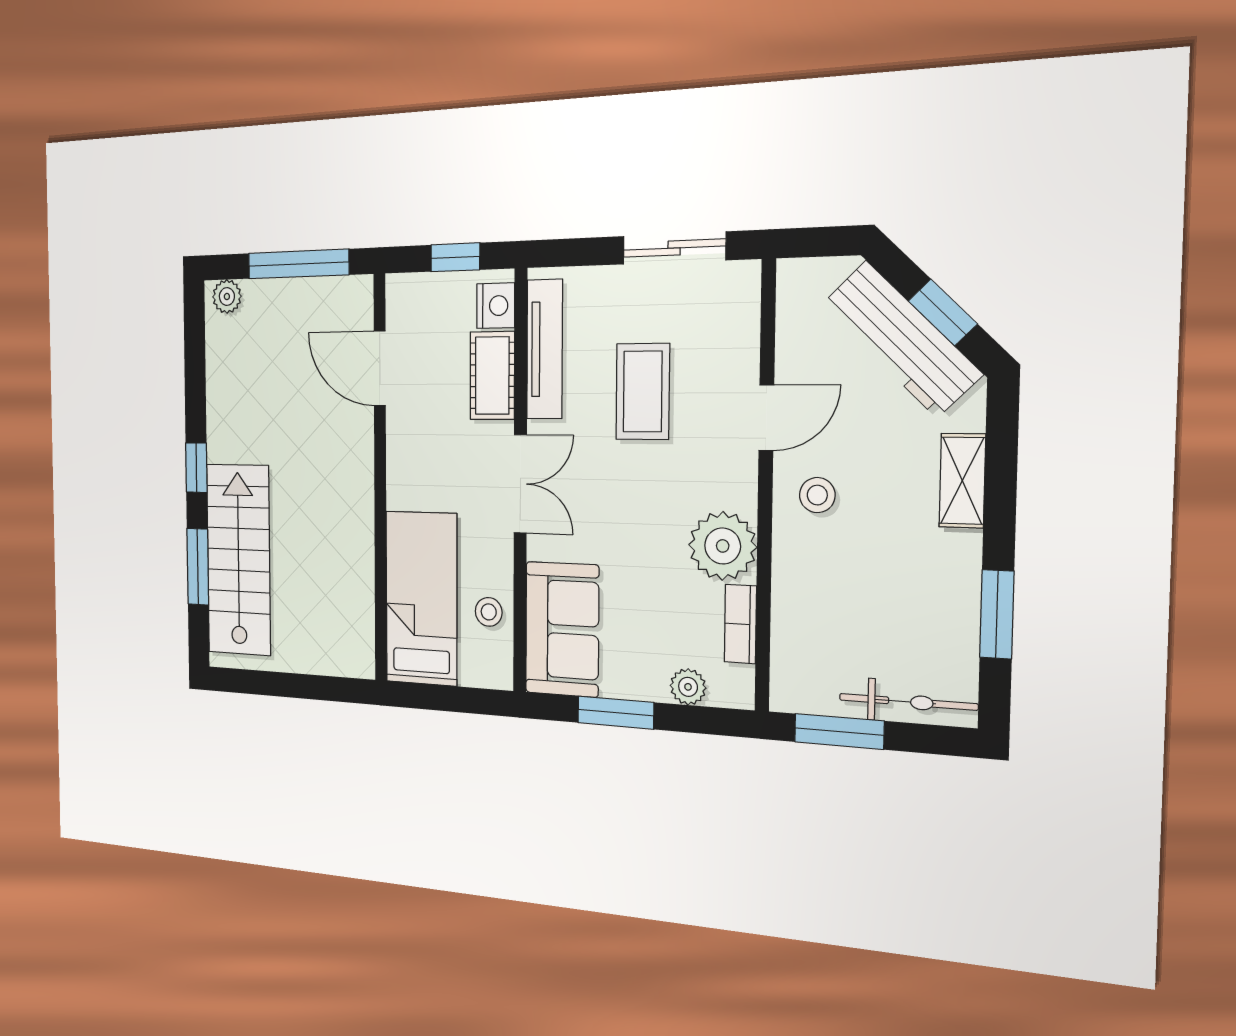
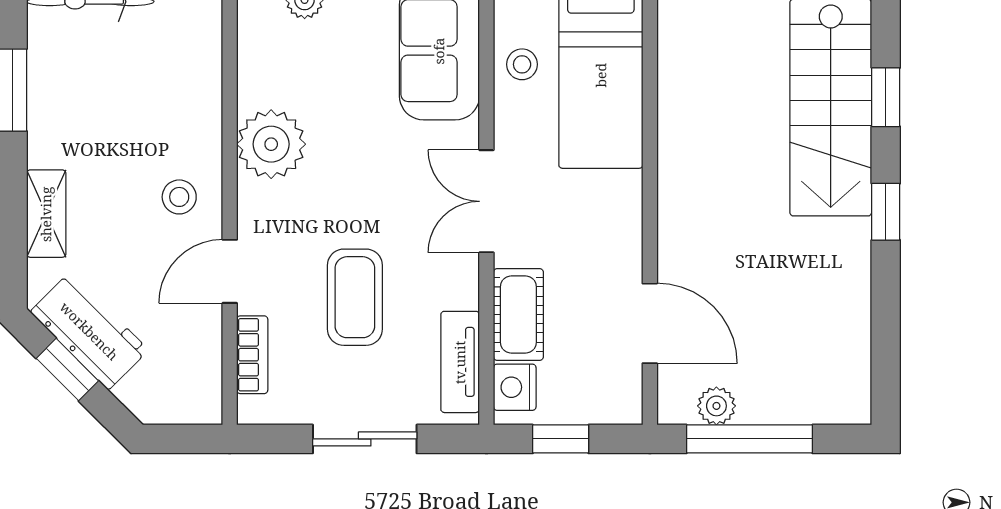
sliding door: (674, 248) -> (365, 439), moved
plant: (227, 297) -> (716, 406), moved
workbench: (901, 339) -> (89, 331), width x0.73
tv unit: (545, 349) -> (460, 362), width x0.71
window: (198, 567) -> (886, 97), width x0.67
bookcase: (740, 624) -> (252, 355), moved

